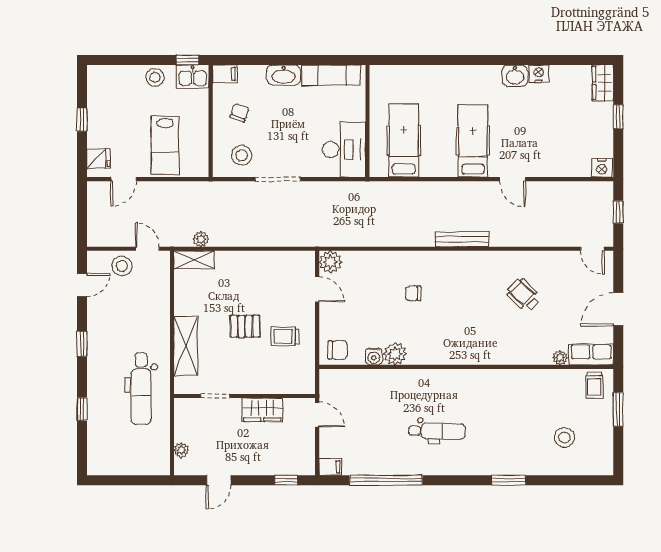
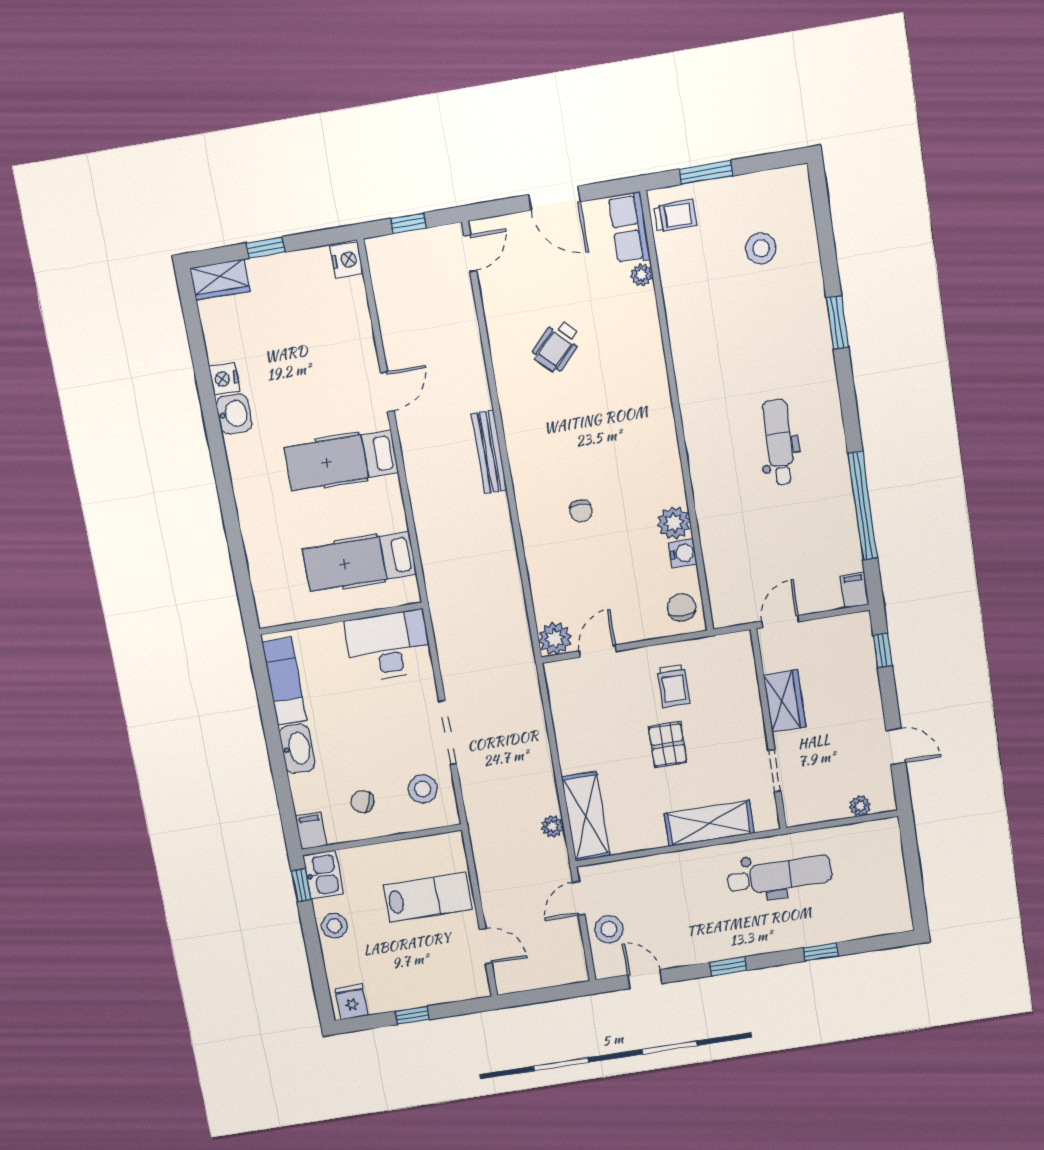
fridge: (98, 159) -> (351, 1002), moved
shelving: (194, 260) -> (586, 816), width x1.50, depth x1.33

